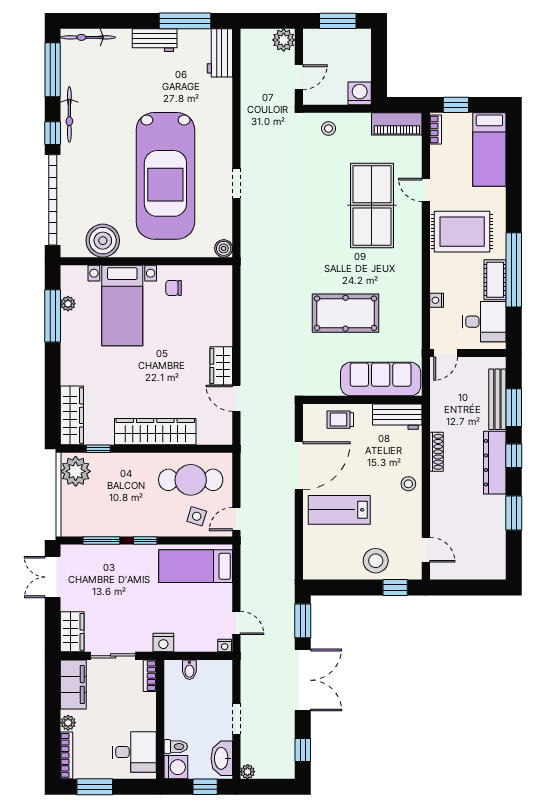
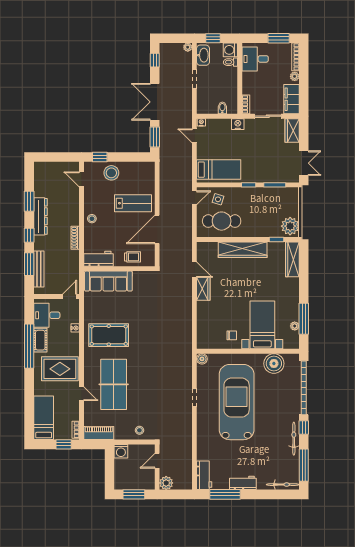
pool table: (346, 313) -> (109, 335), moved
dresser: (495, 463) -> (40, 216), moved

